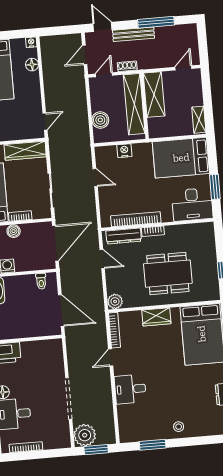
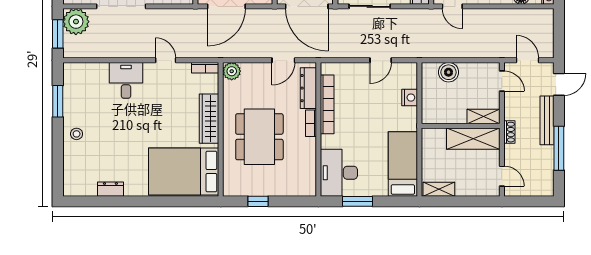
shoe rack: (127, 66) -> (509, 132), moved
shelving: (134, 104) -> (484, 117), width x0.45, depth x0.75
bed: (181, 158) -> (403, 164), width x0.67
wardrobe: (156, 317) -> (209, 119), width x1.50
bookcase: (115, 330) -> (205, 68), width x0.64

